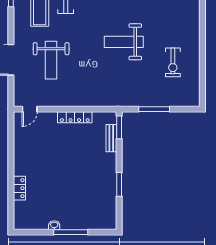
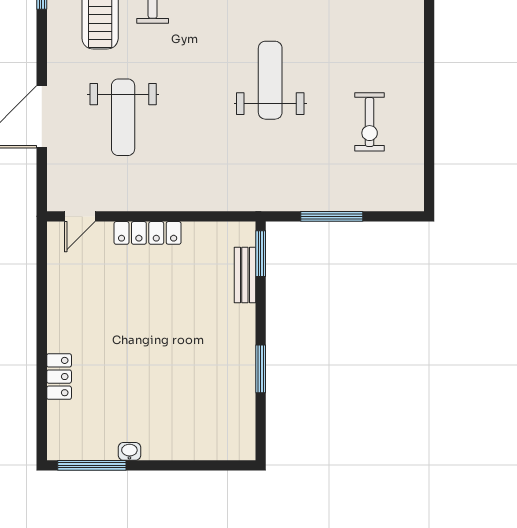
weight bench: (124, 42) -> (270, 80), turned 90
locker: (75, 117) -> (148, 233), moved
window: (71, 232) -> (92, 465), moved

